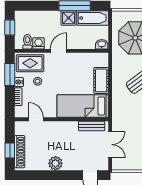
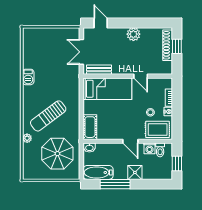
shower: (69, 18) -> (135, 172), moved
door: (59, 51) -> (130, 141), hinge flipped
window: (10, 74) -> (177, 119), removed
cot: (101, 80) -> (90, 127), moved
door: (36, 119) -> (141, 76), moved

